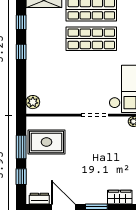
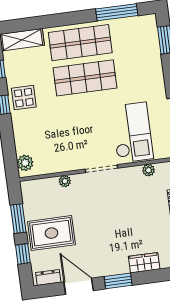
display table: (39, 48) -> (24, 98), added
plant: (63, 121) -> (65, 181), added
rug: (46, 142) -> (51, 233), moved

